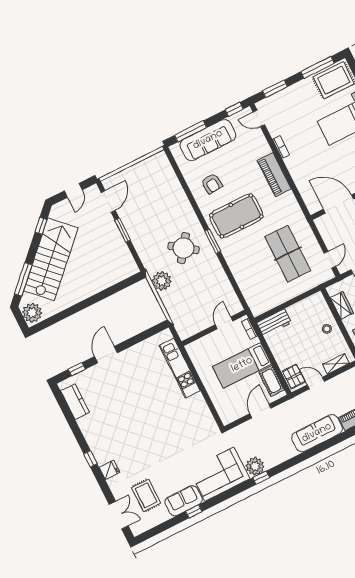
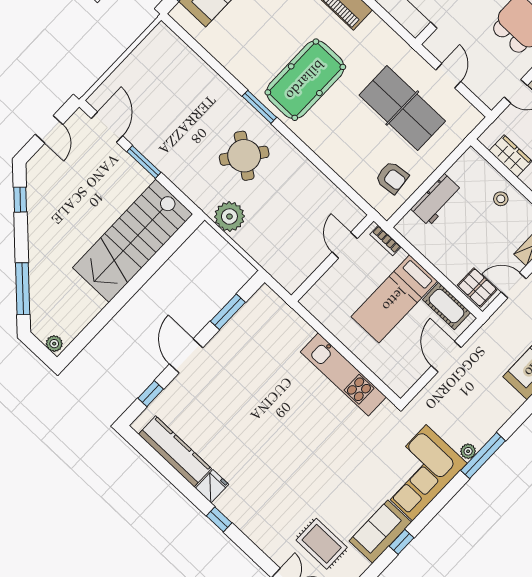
armchair: (212, 183) -> (392, 178), moved
window: (213, 241) -> (259, 107), moved
stairs: (51, 259) -> (133, 241), moved, turned -135
door: (330, 260) -> (448, 76), moved
plant: (32, 313) -> (54, 344), width x0.53, depth x0.53
workbench: (274, 323) -> (436, 200), moved
window: (140, 337) -> (228, 312), added
kitchen unit: (180, 368) -> (343, 374), moved
kitchen counter: (75, 402) -> (175, 451), width x1.50
plant: (255, 466) -> (468, 451), width x0.53, depth x0.53
fridge: (109, 470) -> (212, 486), moved
window: (261, 478) -> (483, 456), width x2.17

